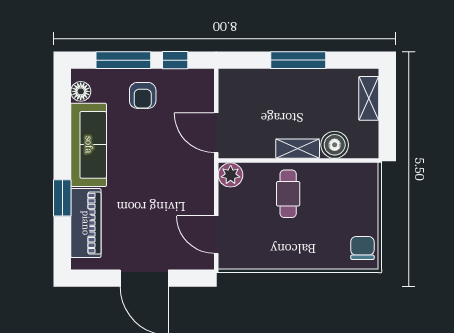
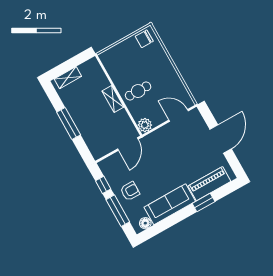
boiler: (335, 145) -> (101, 82), removed
door: (216, 235) -> (179, 115), swing flipped

